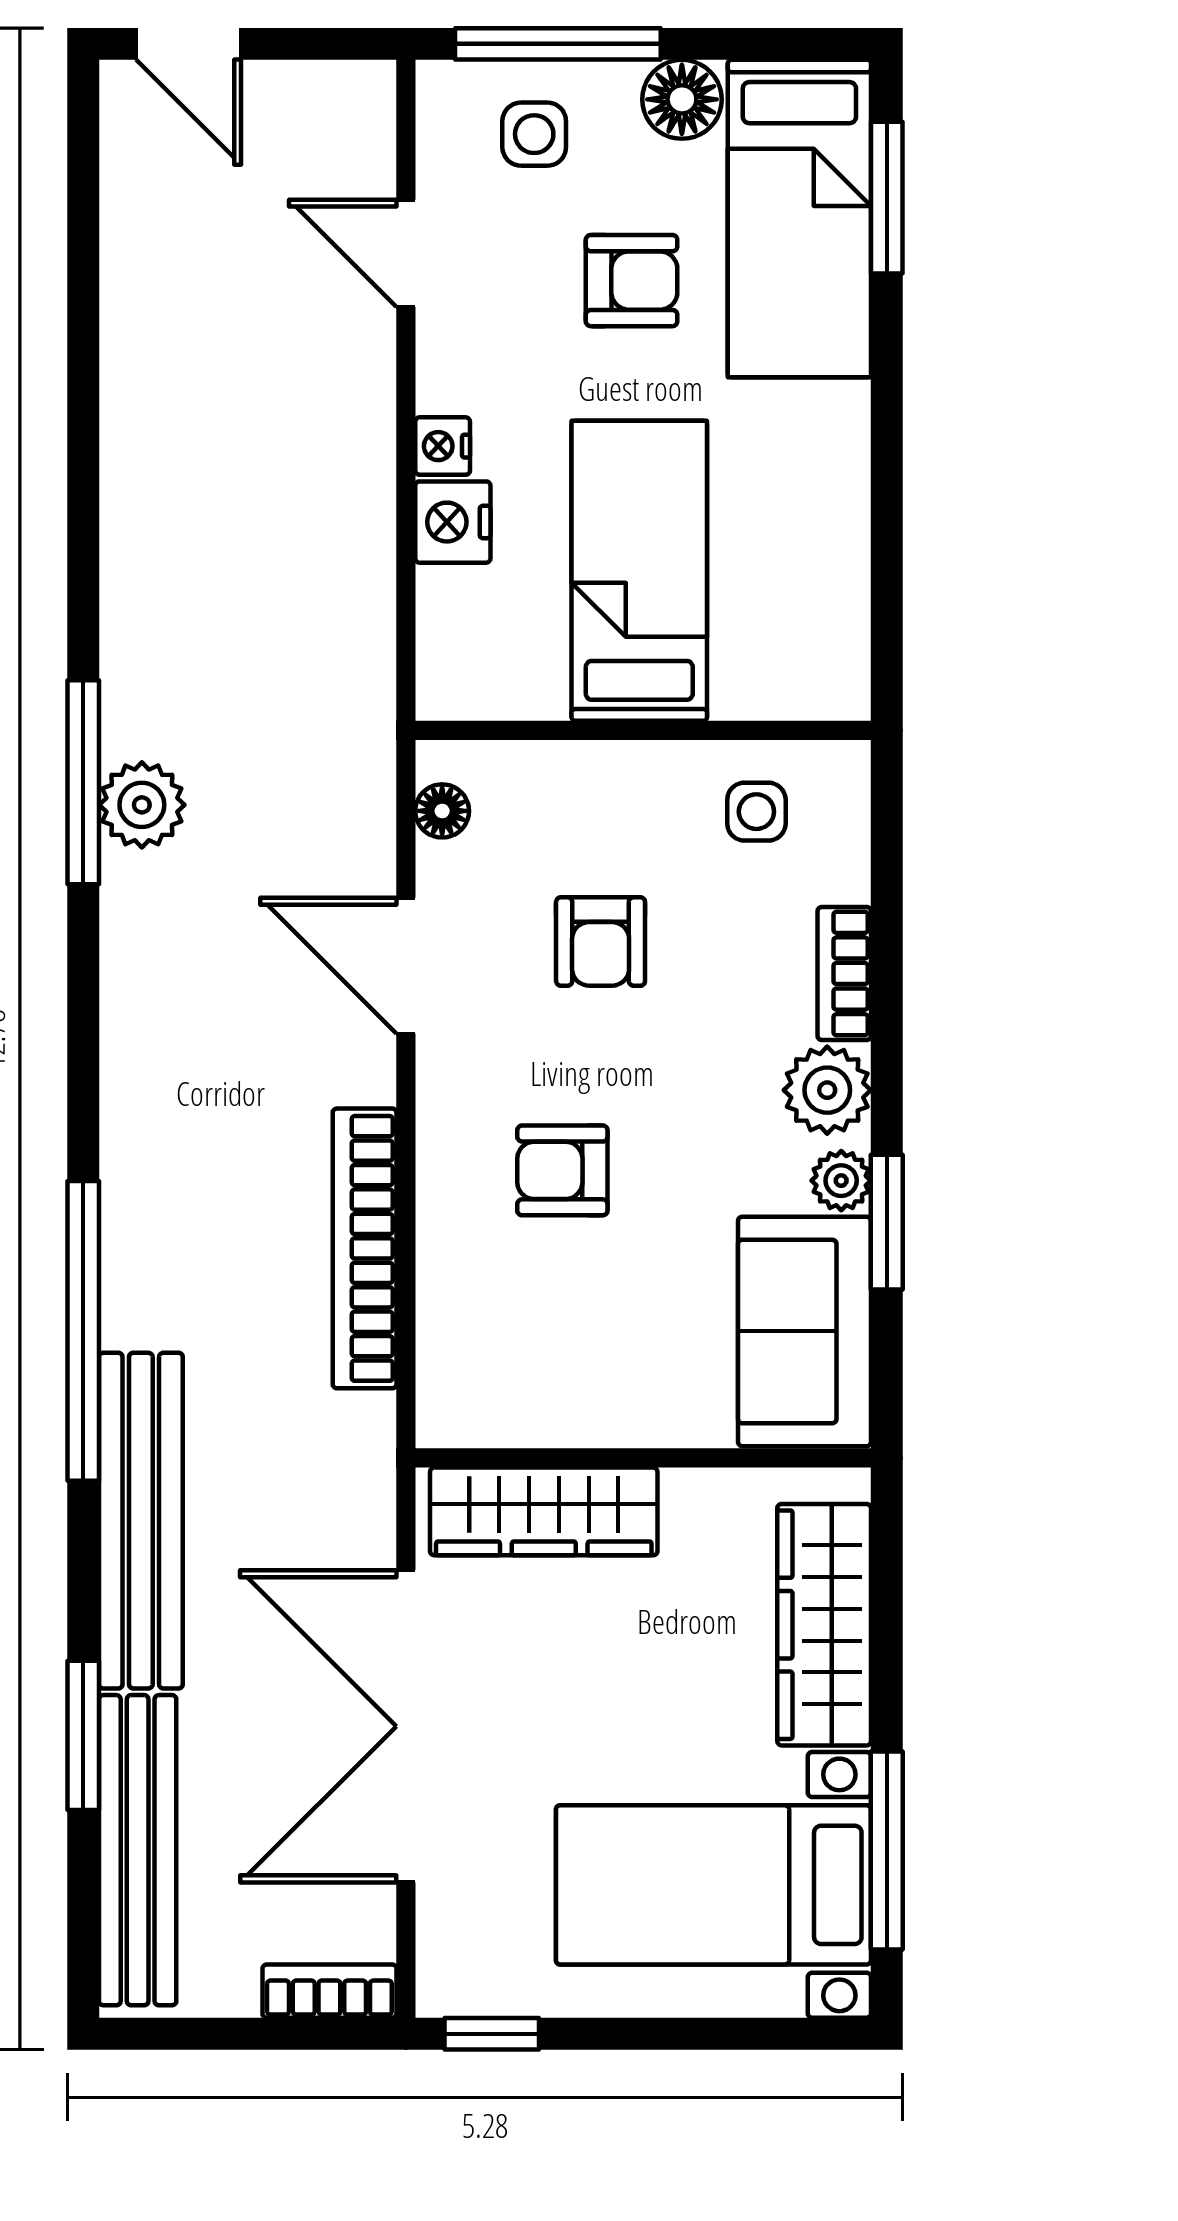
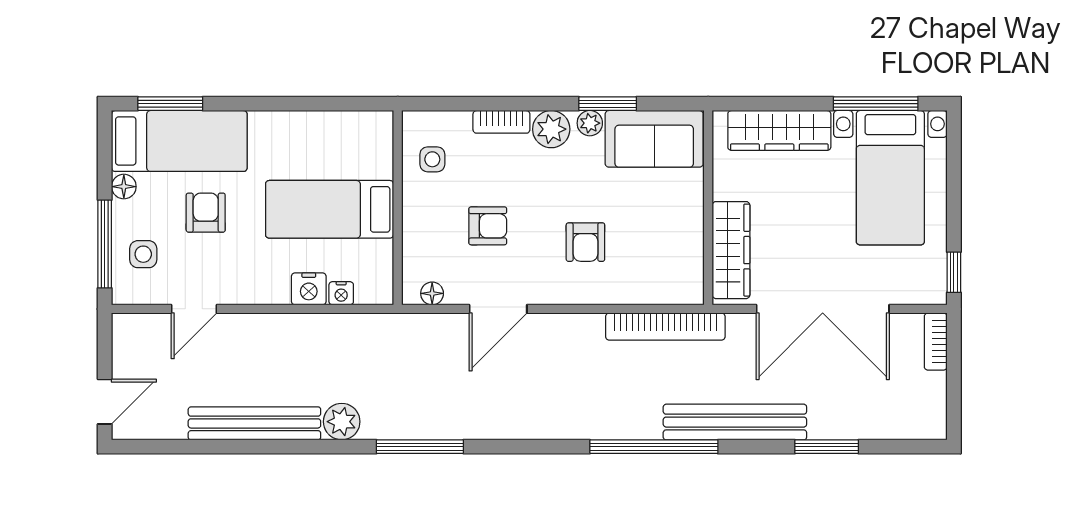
floor lamp: (682, 99) -> (124, 187), width x0.73, depth x0.73
nightstand: (443, 446) -> (341, 293), moved
plant: (142, 805) -> (342, 422), moved
bookcase: (365, 1248) -> (665, 327), moved
bench: (138, 1850) -> (254, 423), moved

